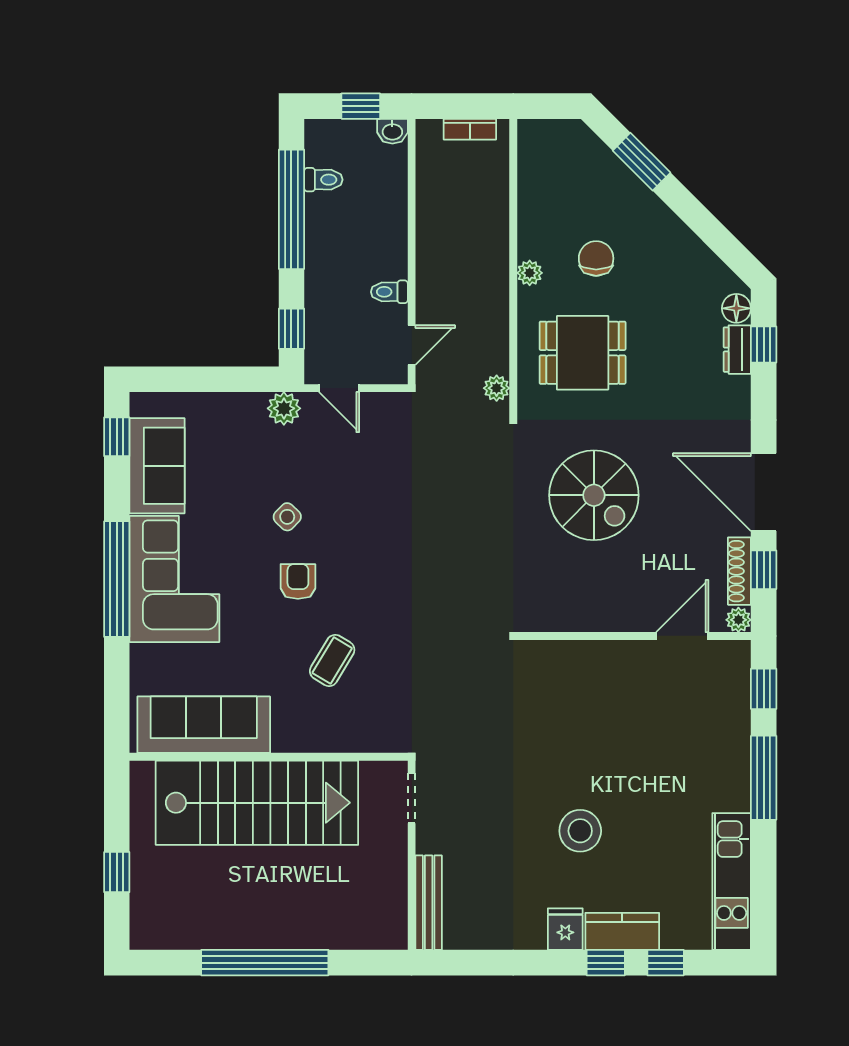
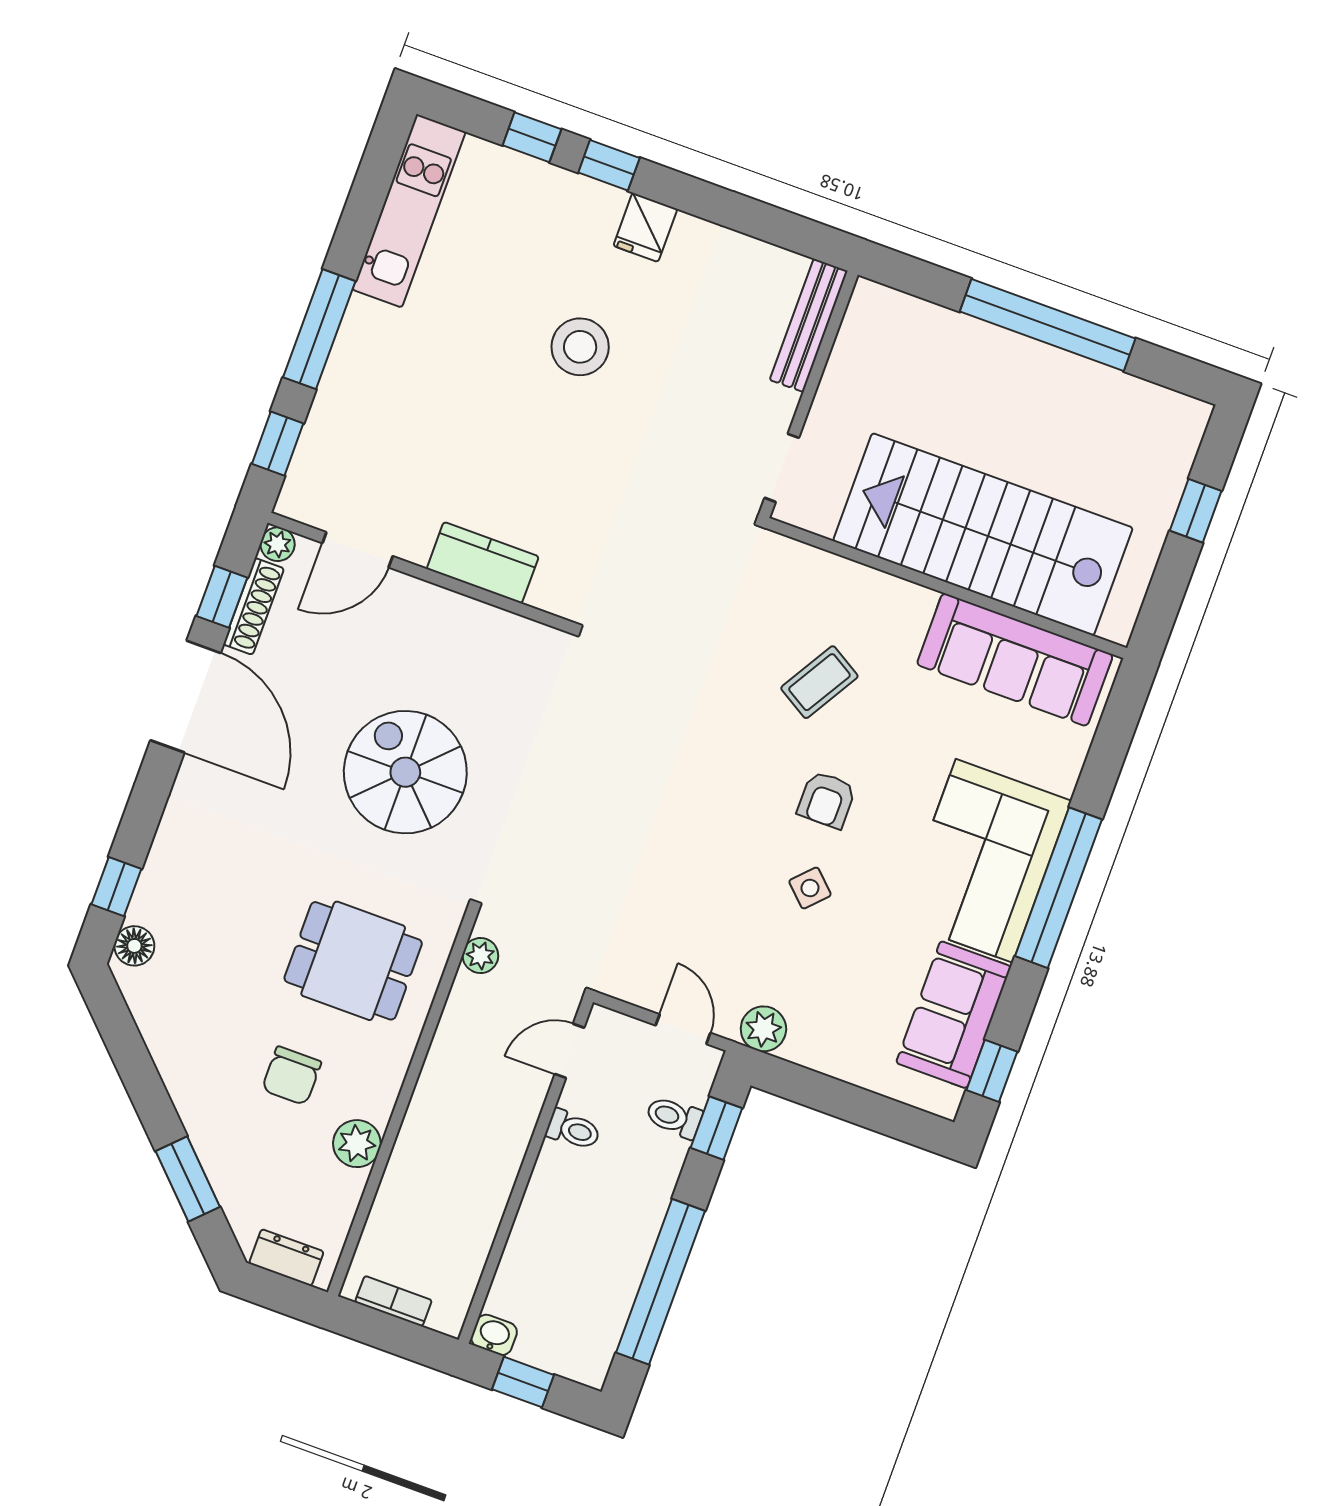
toilet: (323, 180) -> (674, 1117), moved
plant: (530, 273) -> (357, 1144), moved, width x1.38, depth x1.38
dresser: (737, 350) -> (286, 1258), moved, turned -90
kitchen counter: (622, 931) -> (483, 563), moved, turned 180

